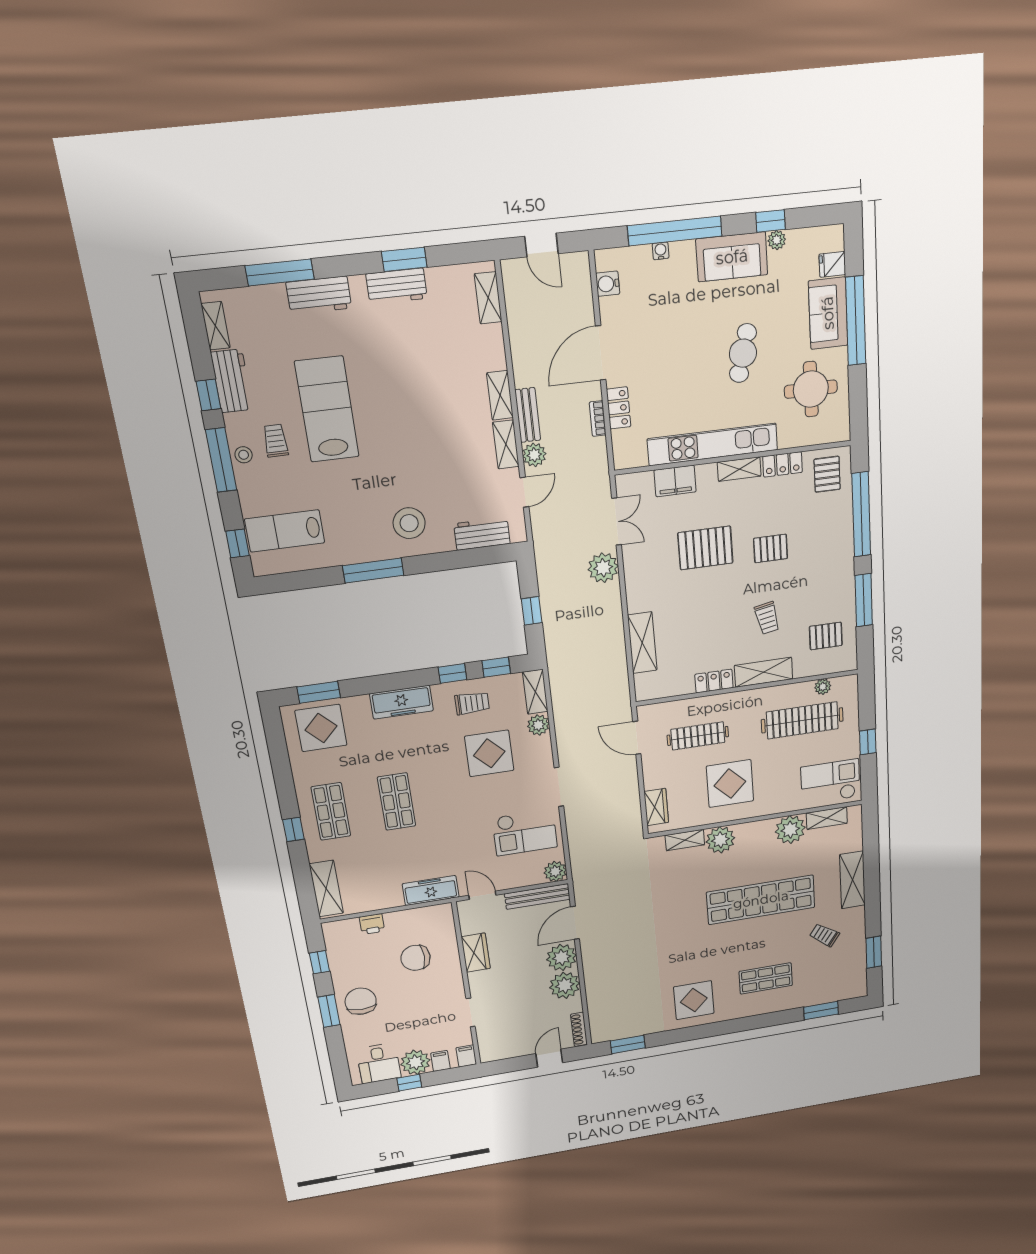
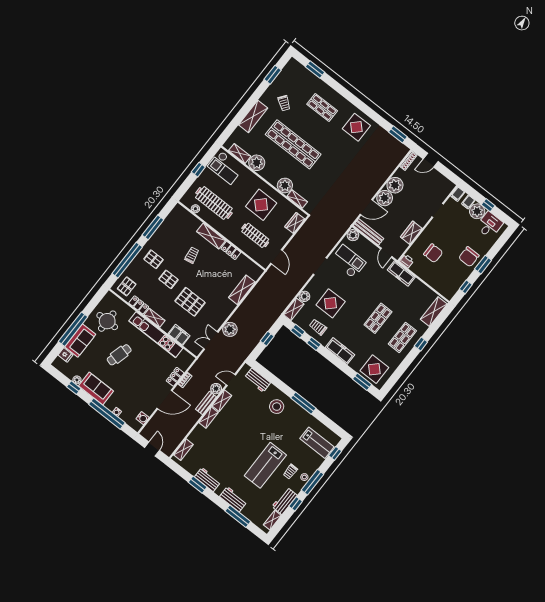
pallet: (826, 636) -> (154, 259), moved
printer: (372, 924) -> (407, 261), moved

